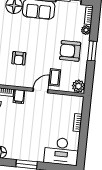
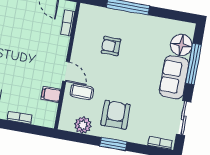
plant: (86, 30) -> (142, 138), removed
plant: (78, 86) -> (83, 125), moved
filing cabinet: (19, 96) -> (51, 94), moved

